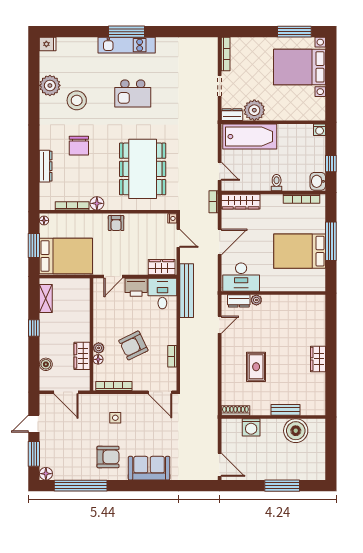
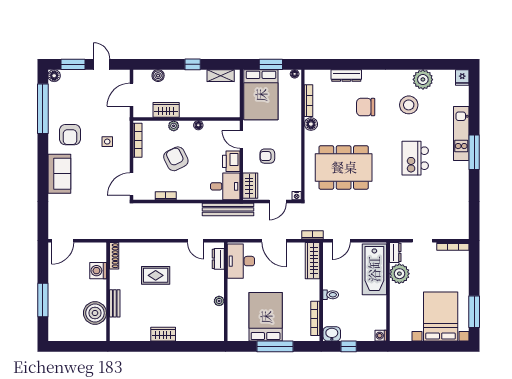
kitchen unit: (127, 45) -> (461, 134), moved
armchair: (116, 223) -> (267, 156), moved
plant: (256, 300) -> (219, 301), moved
floor lamp: (98, 359) -> (198, 125), moved

